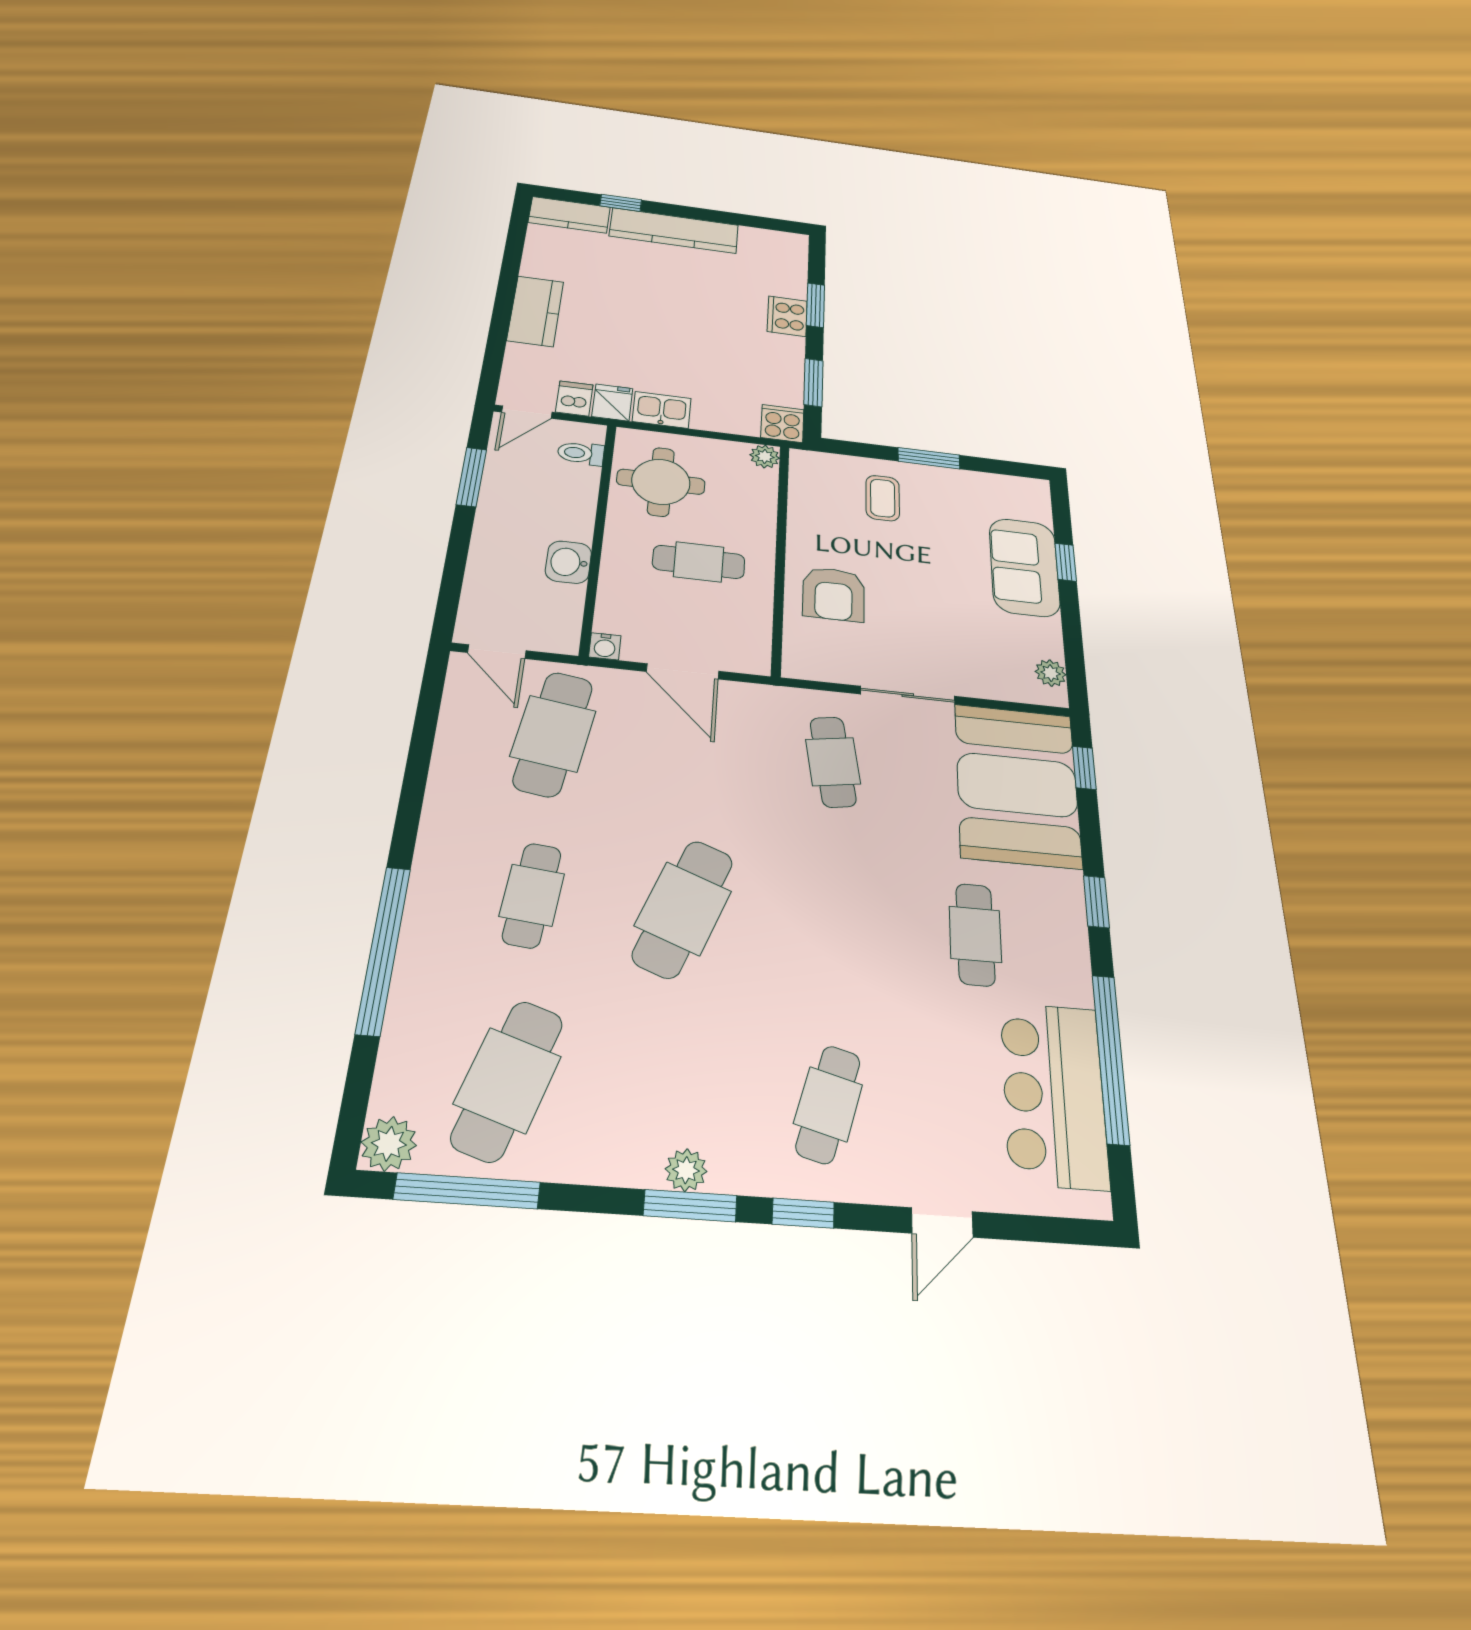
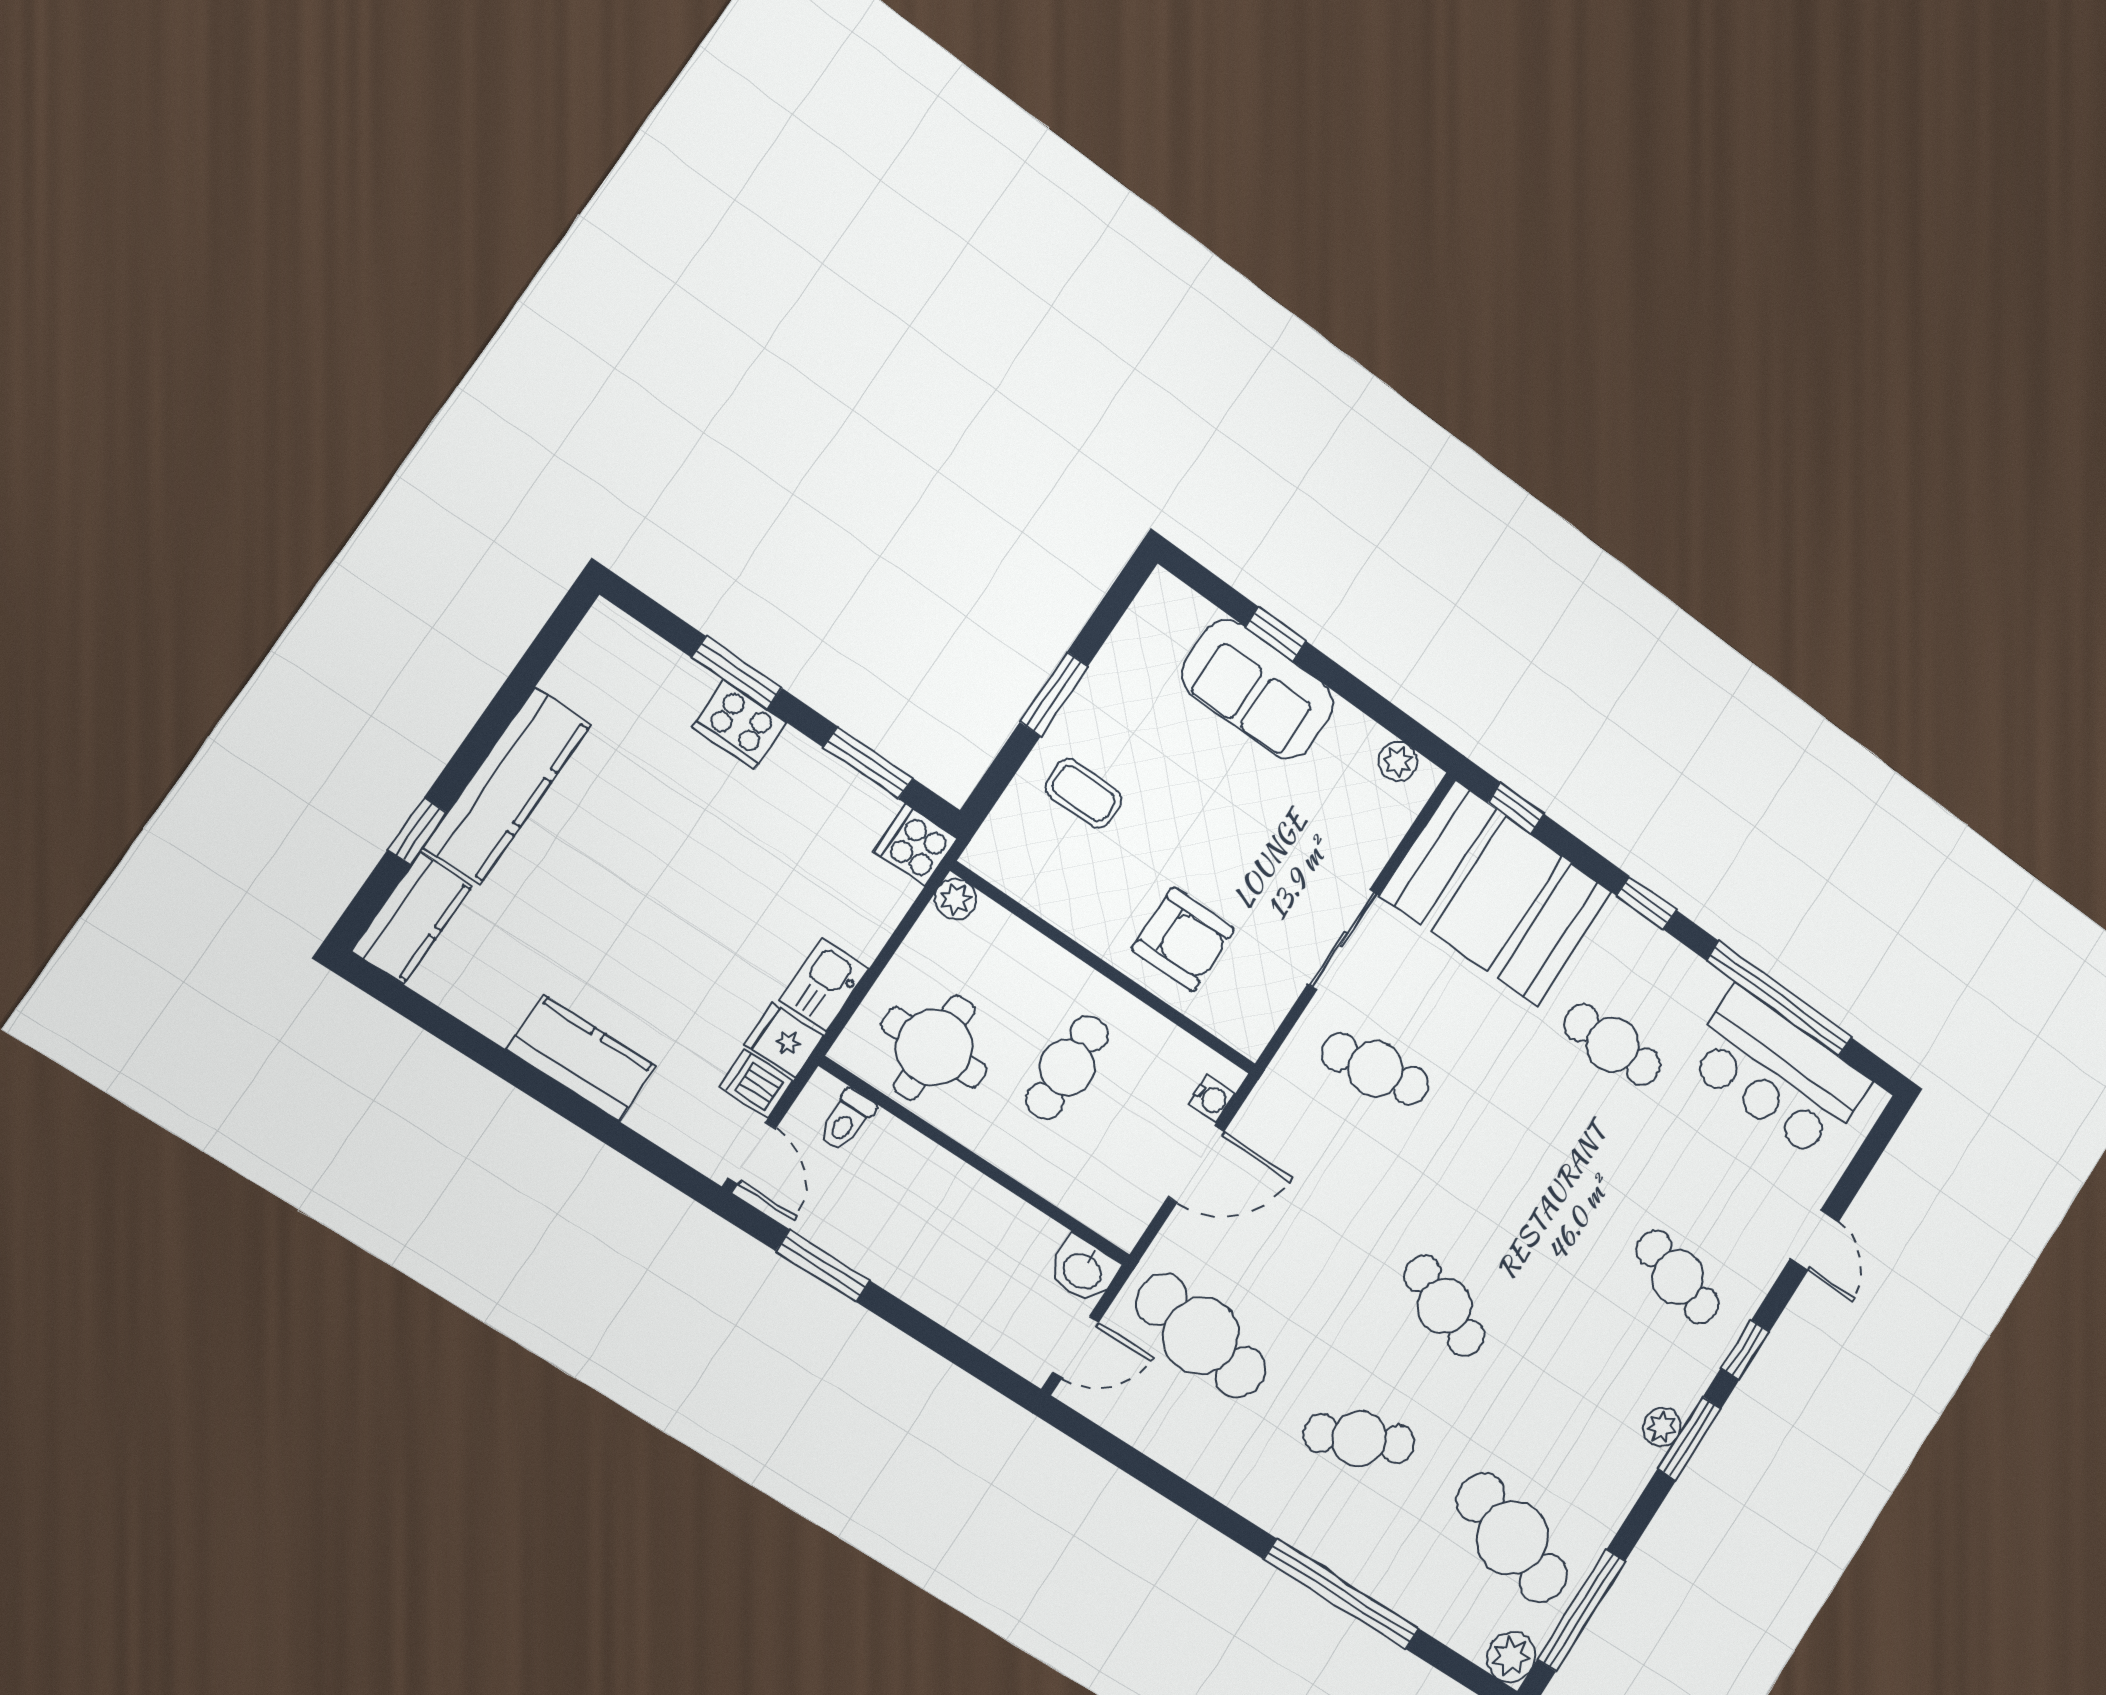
washbasin: (568, 562) -> (1083, 1270), moved
water cooler: (605, 646) -> (1212, 1099), moved
cafe table: (532, 895) -> (1359, 1439), turned -30
cafe table: (683, 908) -> (1444, 1306), width x0.73, depth x0.74

